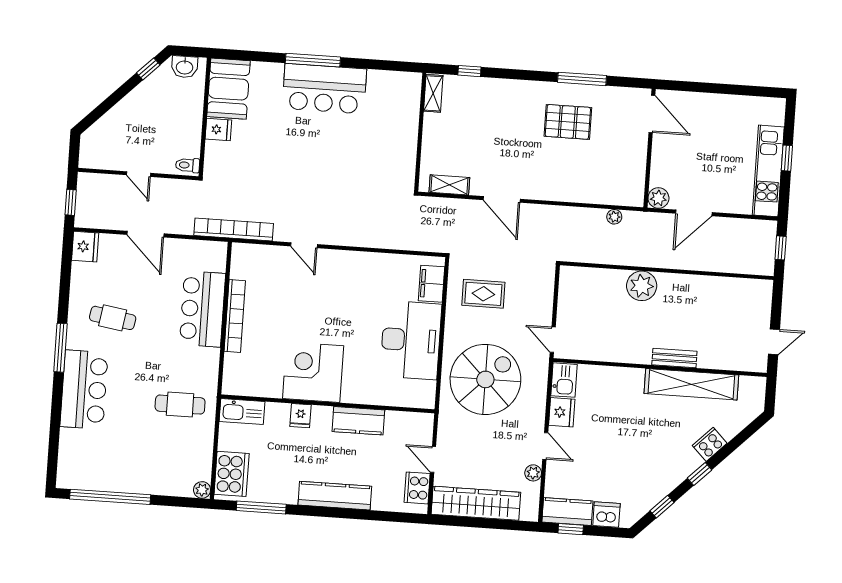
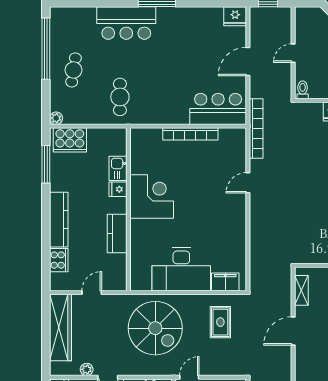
bar counter: (202, 309) -> (218, 109), moved
cafe table: (113, 318) -> (74, 70), moved
kitchen sink: (242, 411) -> (118, 168), moved, width x0.73
cooker: (417, 488) -> (59, 260), moved, turned 90

